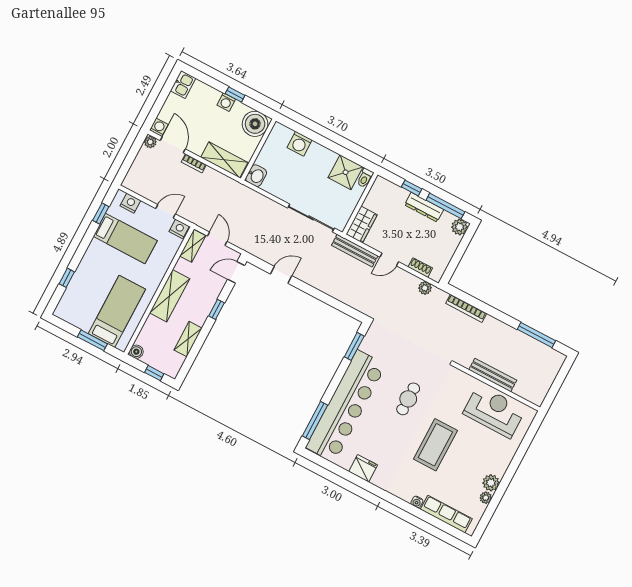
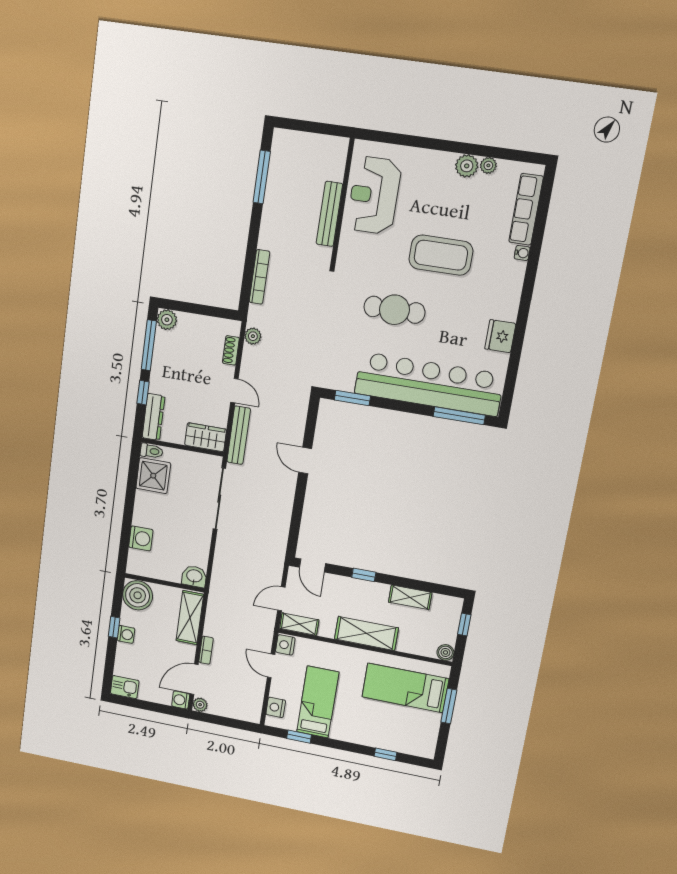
dresser: (424, 207) -> (154, 417), moved
door: (281, 275) -> (305, 461), moved
cafe table: (408, 399) -> (394, 310), width x1.37, depth x1.35

